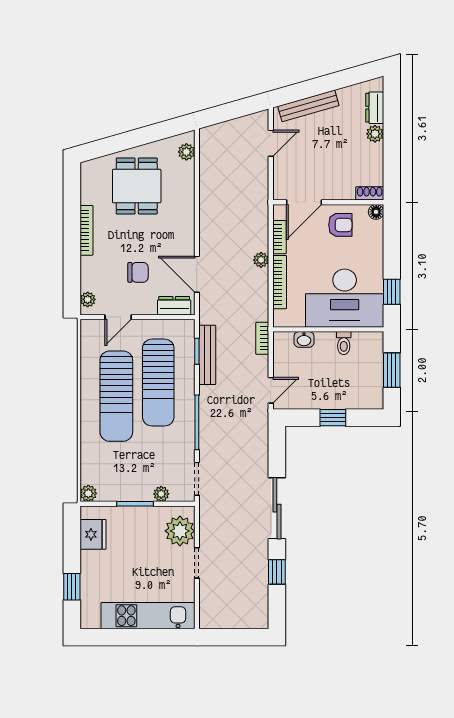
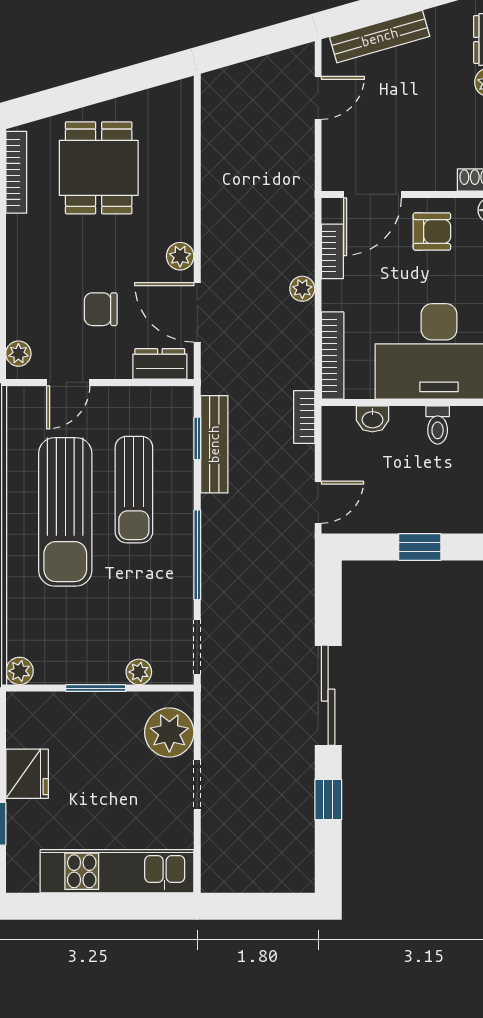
plant: (186, 152) -> (180, 256), moved
bookcase: (86, 230) -> (16, 172), moved
chair: (138, 272) -> (101, 309), turned 180
bookcase: (280, 282) -> (333, 356), moved
sun lounger: (158, 383) -> (134, 490), width x0.73, depth x0.75
fridge: (93, 534) -> (27, 774), moved

